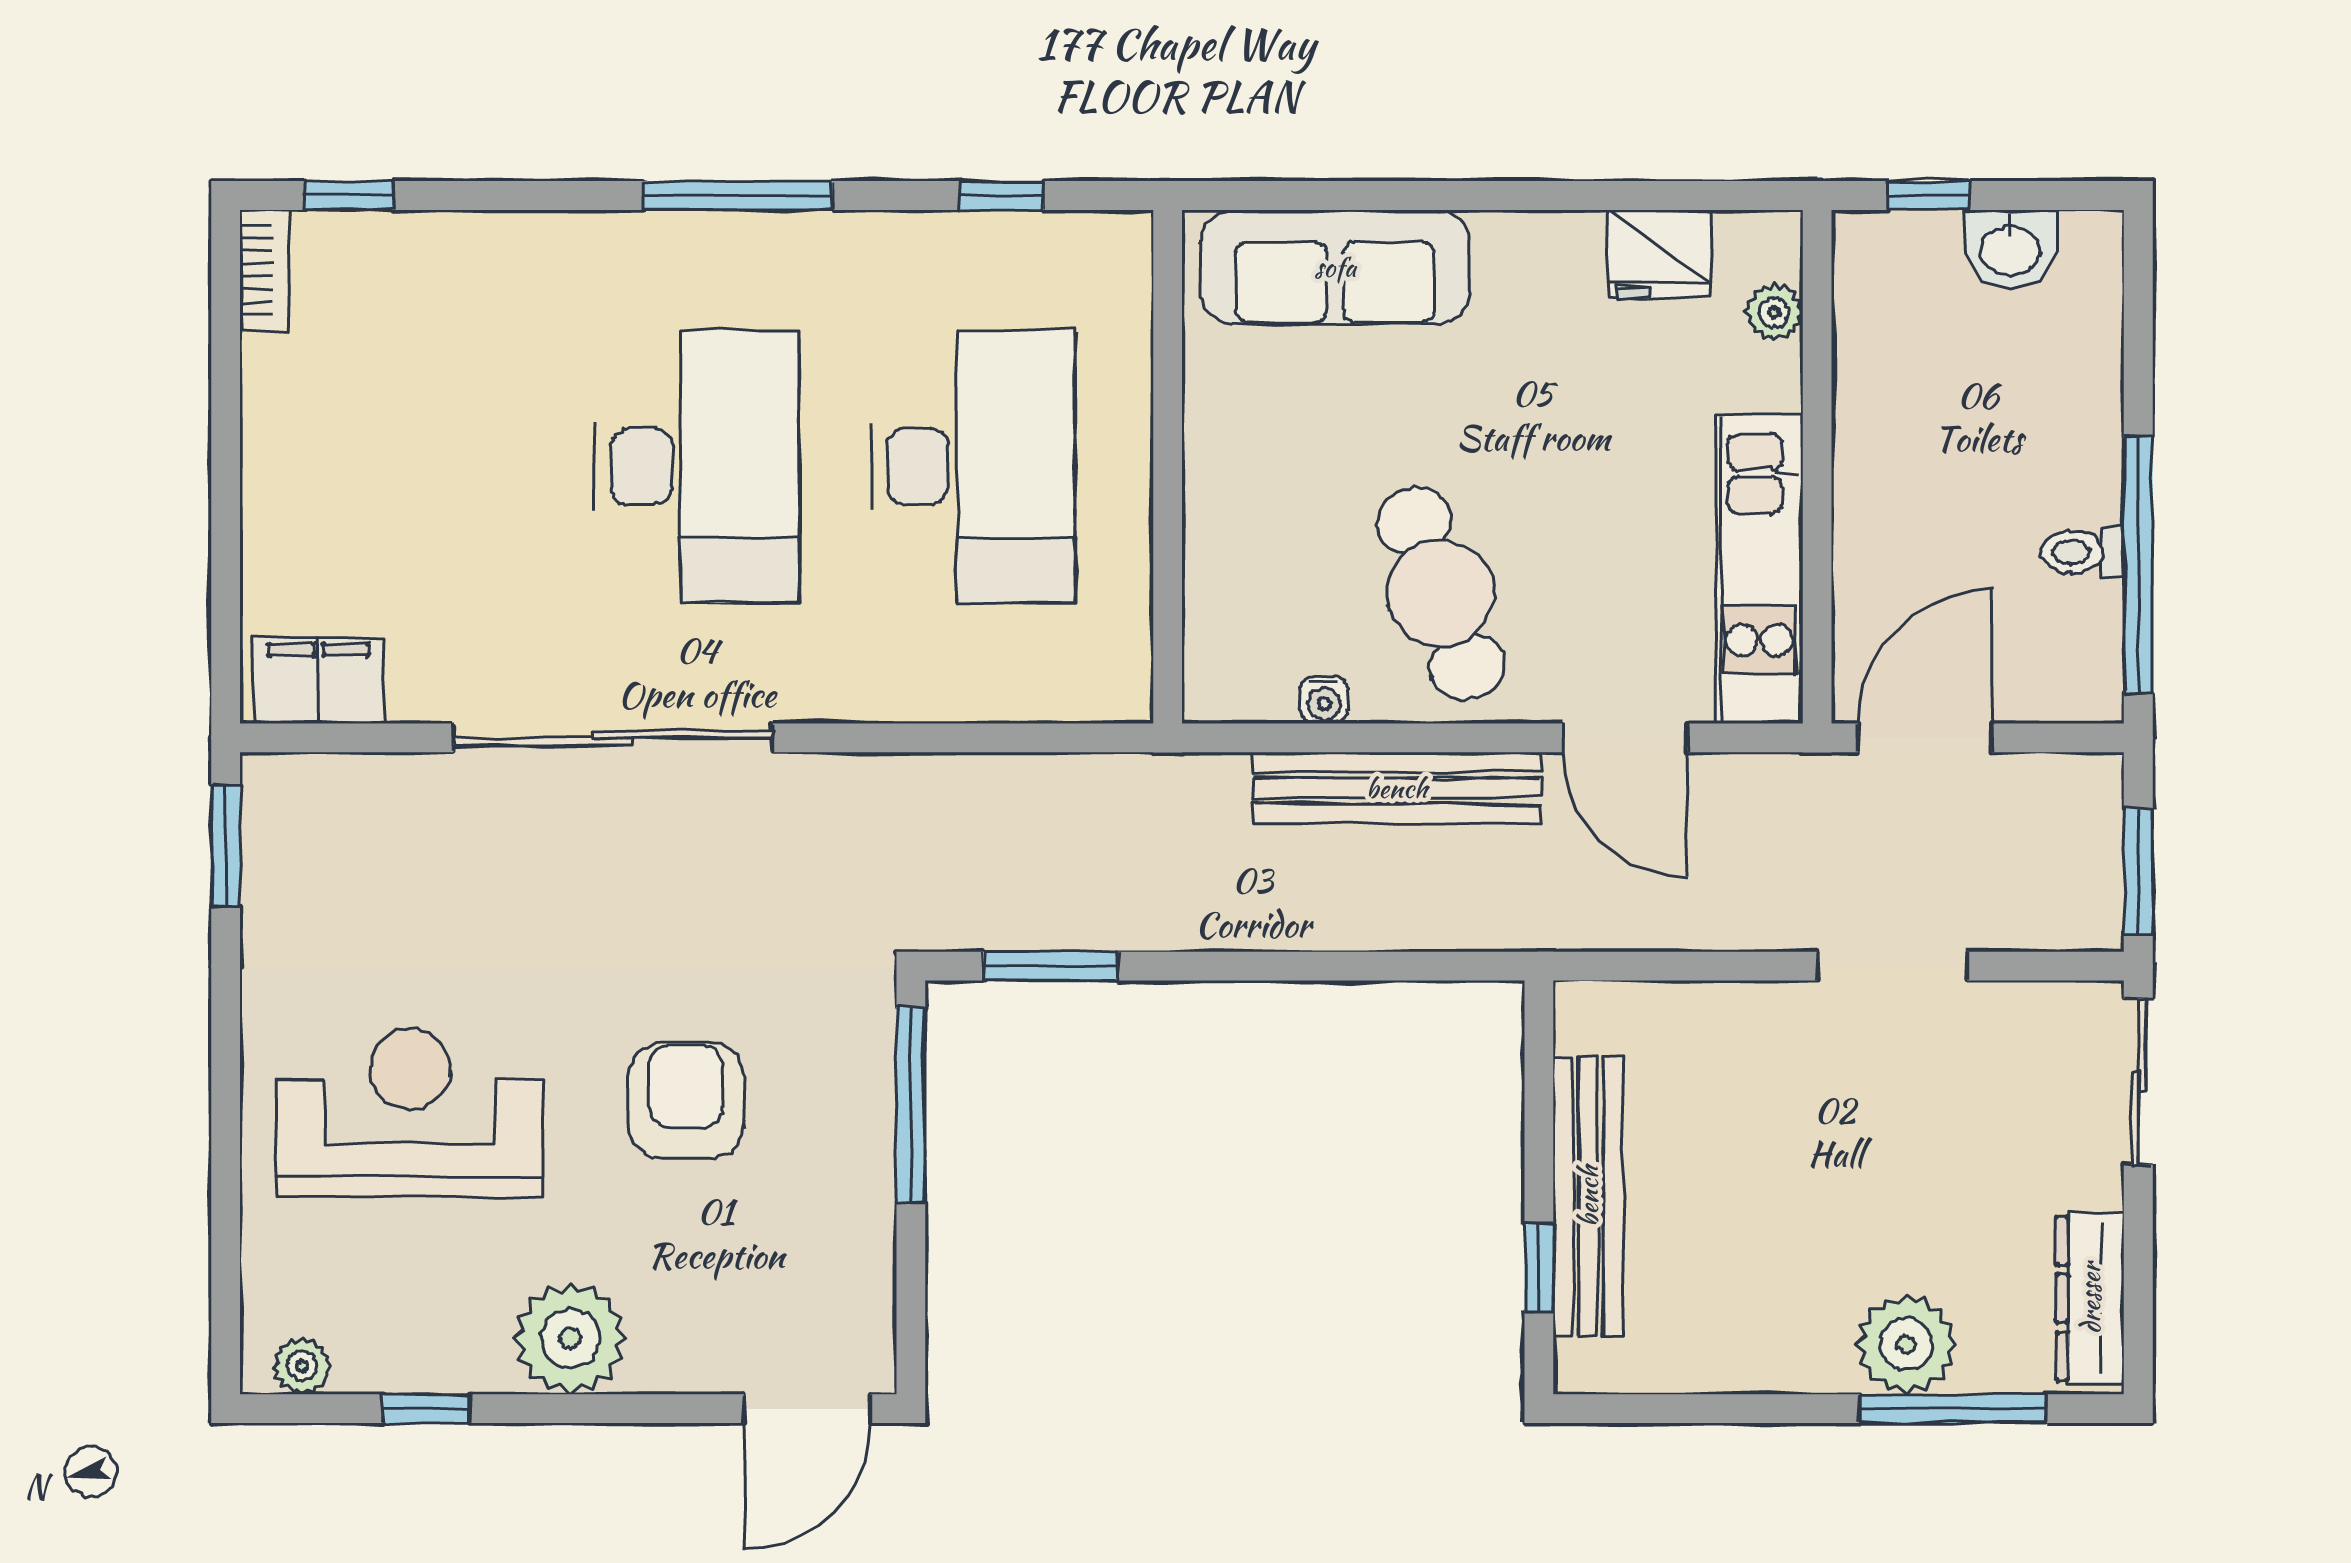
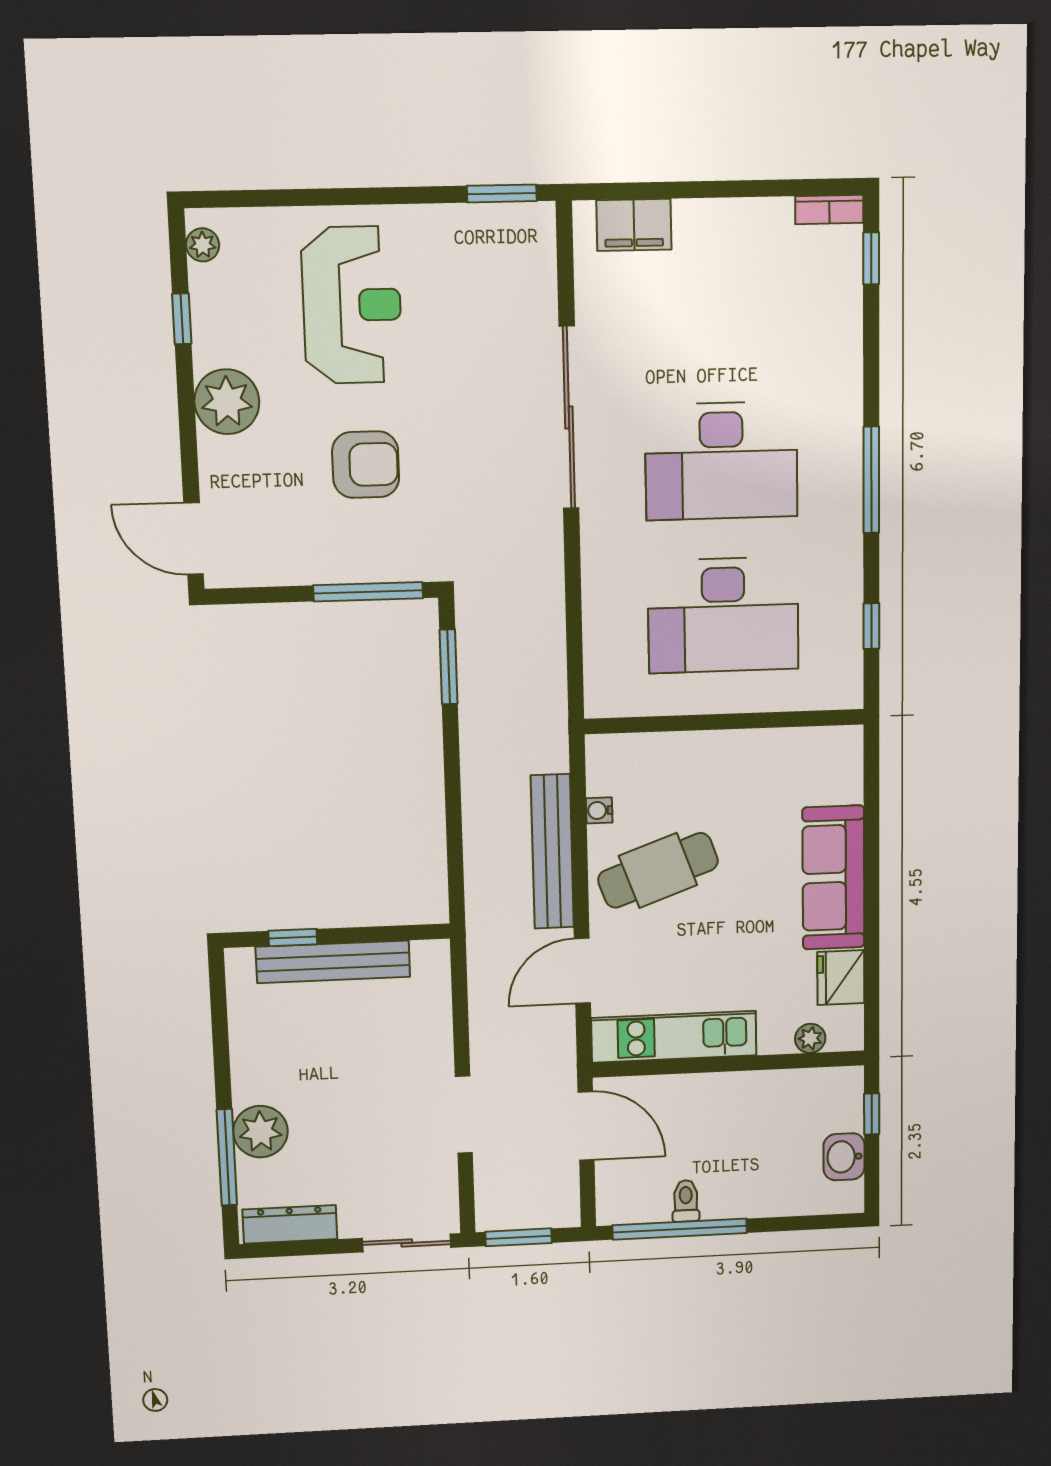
sofa: (1335, 267) -> (833, 878), moved
filing cabinet: (319, 680) -> (634, 225), moved, turned 90

